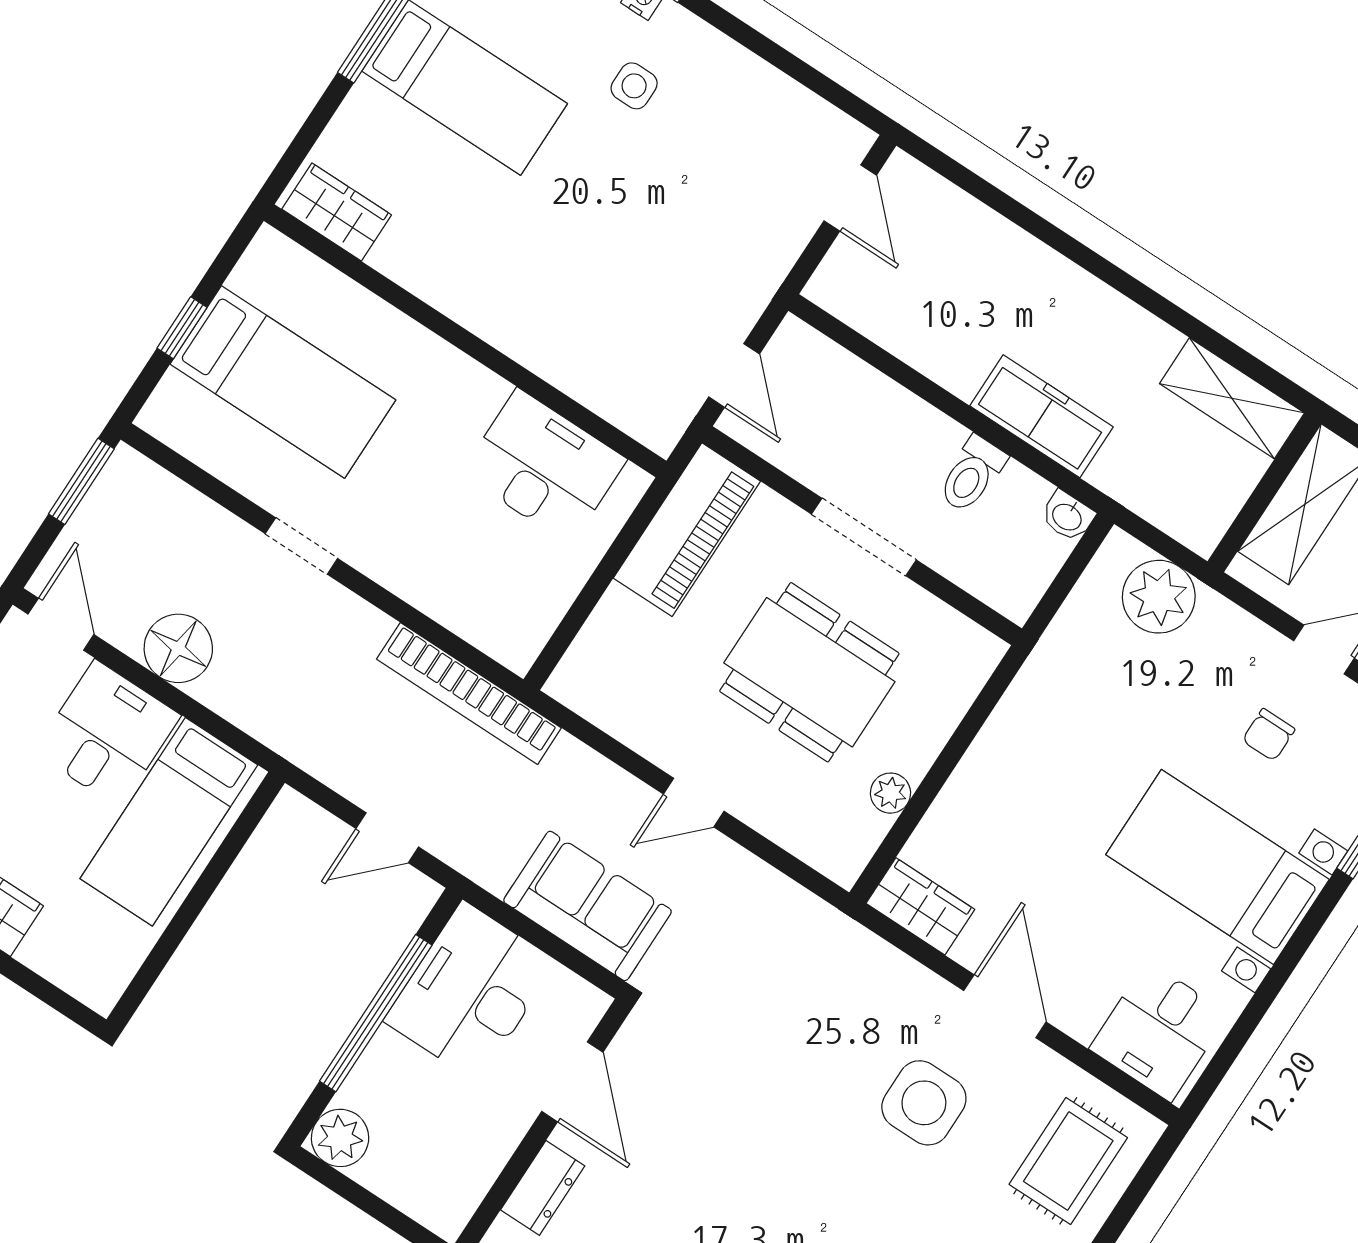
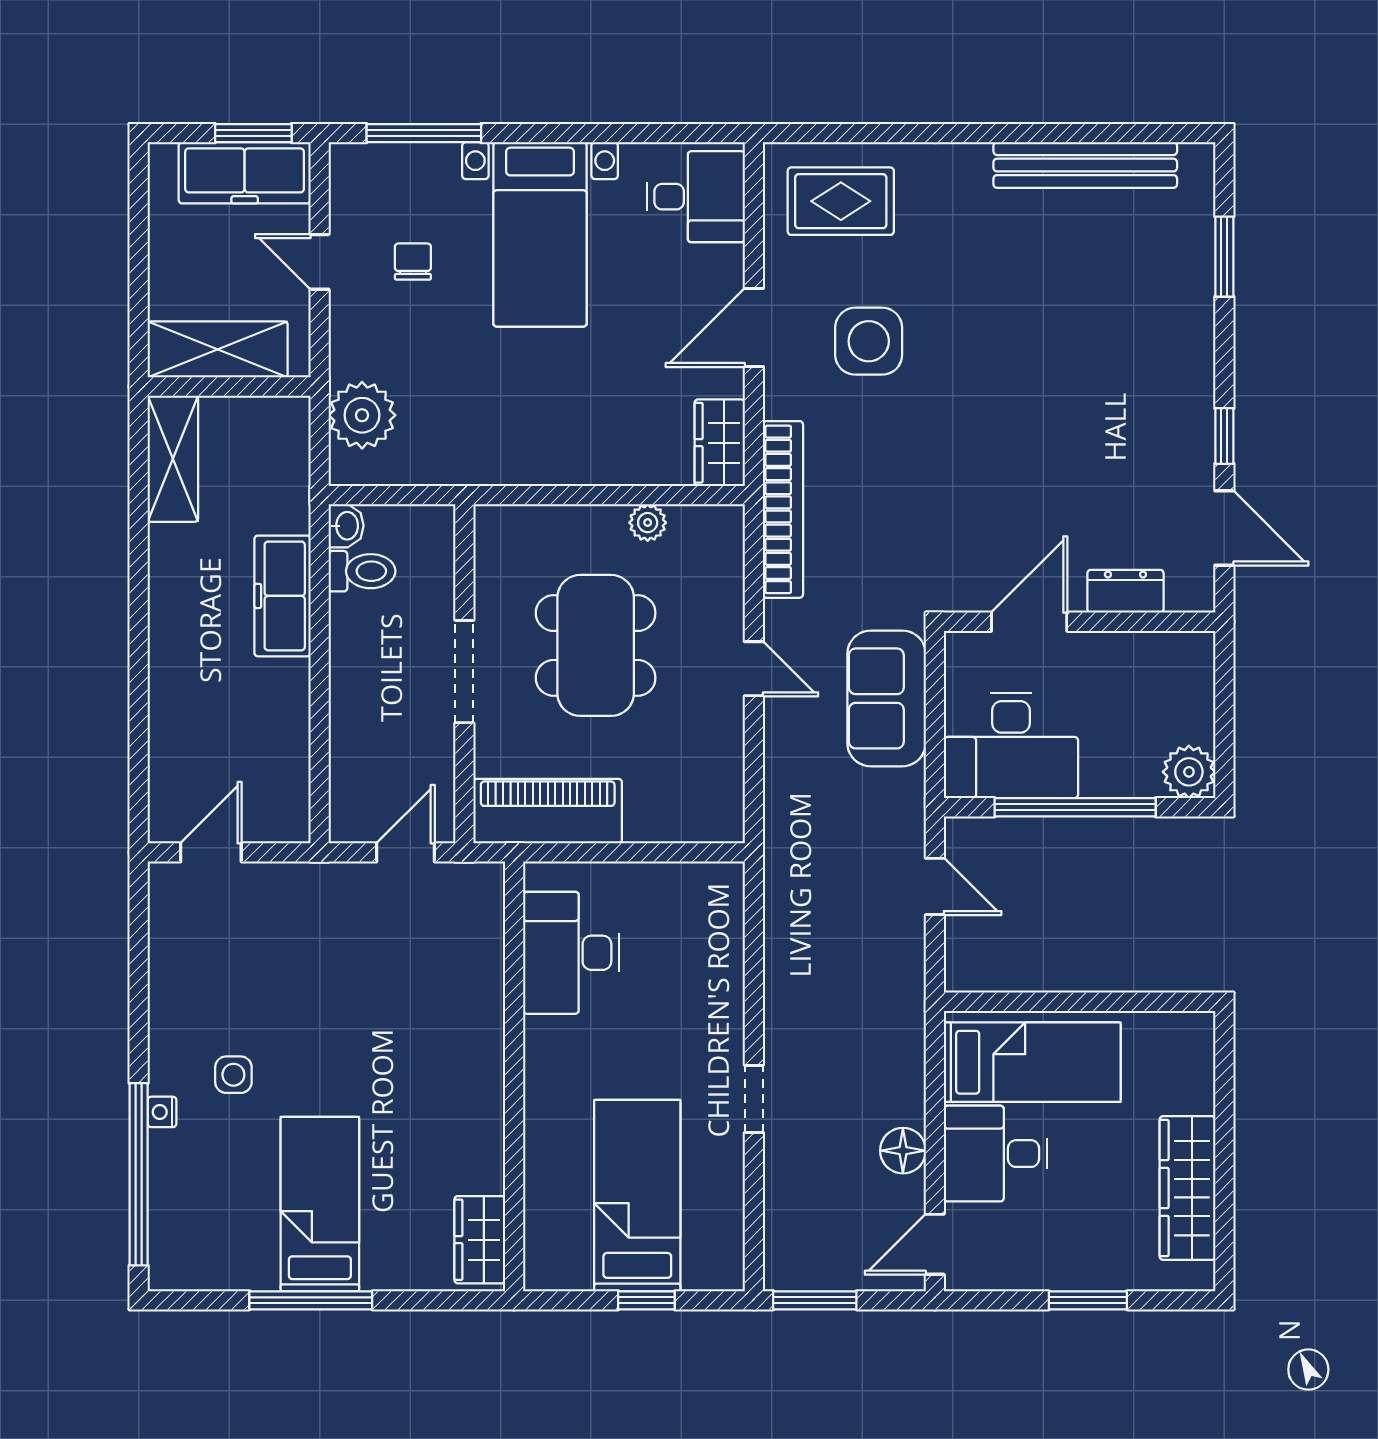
toilet: (972, 474) -> (362, 571), moved
floor lamp: (178, 648) -> (903, 1151), width x0.73, depth x0.73
bookcase: (469, 693) -> (783, 509), moved
chair: (1269, 735) -> (413, 262), turned -90

